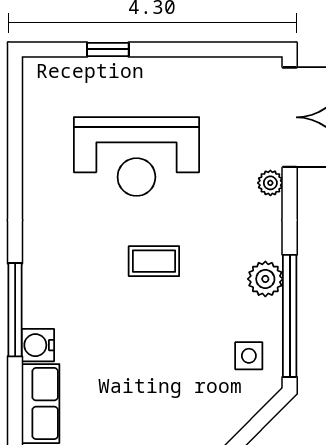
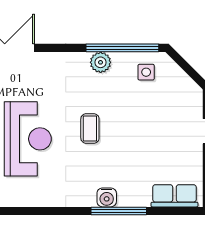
plant: (270, 183) -> (43, 59), removed
water cooler: (38, 345) -> (107, 197), moved

